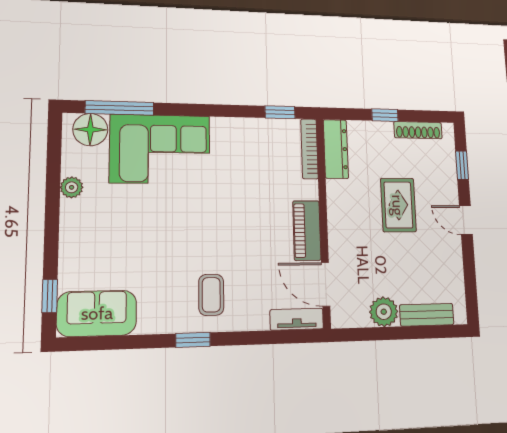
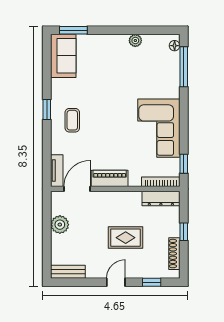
floor lamp: (90, 130) -> (175, 46), width x0.53, depth x0.53
corner sofa: (160, 149) -> (159, 128), moved
coffee table: (211, 295) -> (72, 120), turned 90
window: (50, 296) -> (73, 30), width x1.50
bench: (427, 315) -> (68, 272), moved, turned 90

